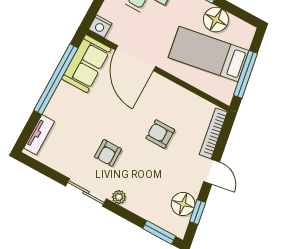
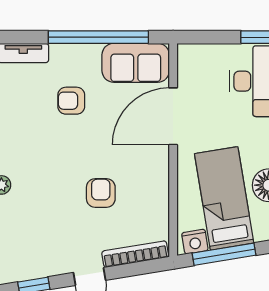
nightstand: (100, 26) -> (195, 242), moved, turned -99
armchair: (108, 153) -> (71, 101), moved
floor lamp: (183, 204) -> (34, 264), removed

